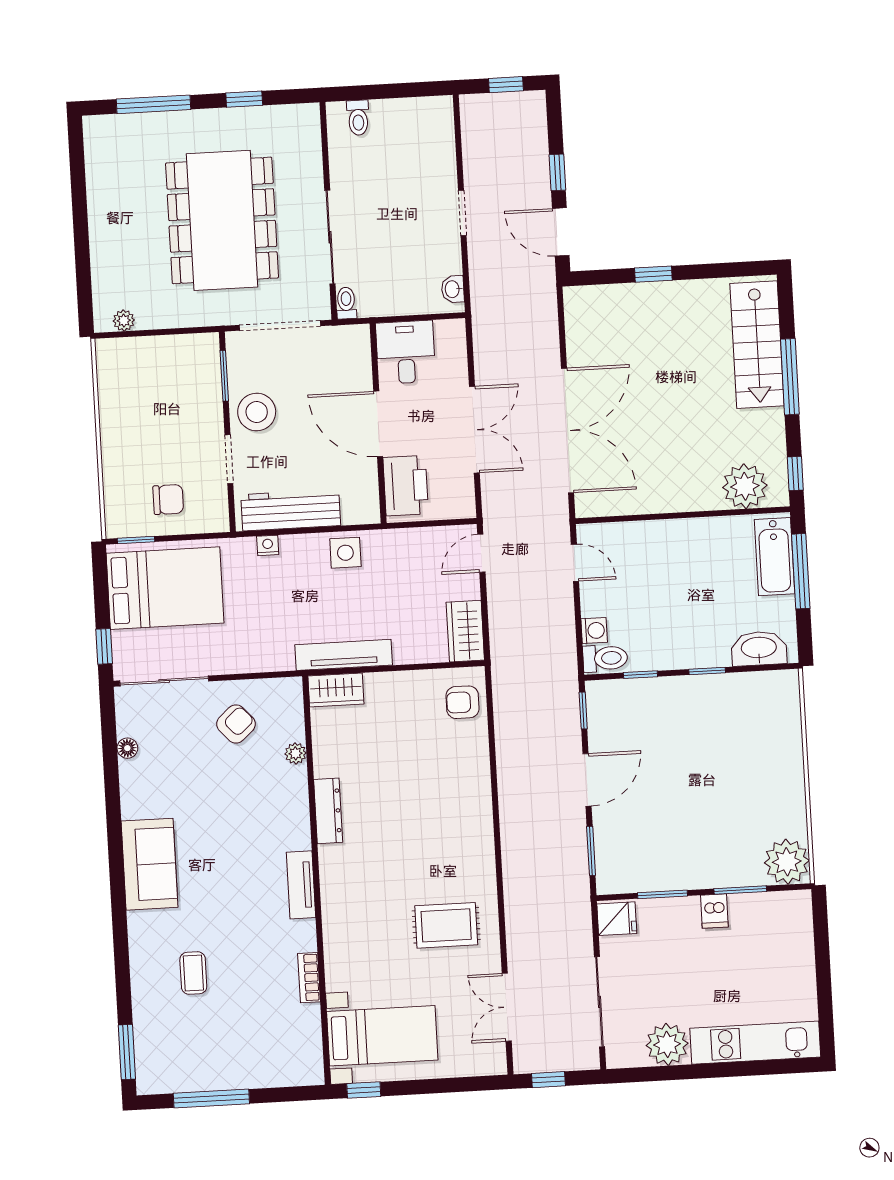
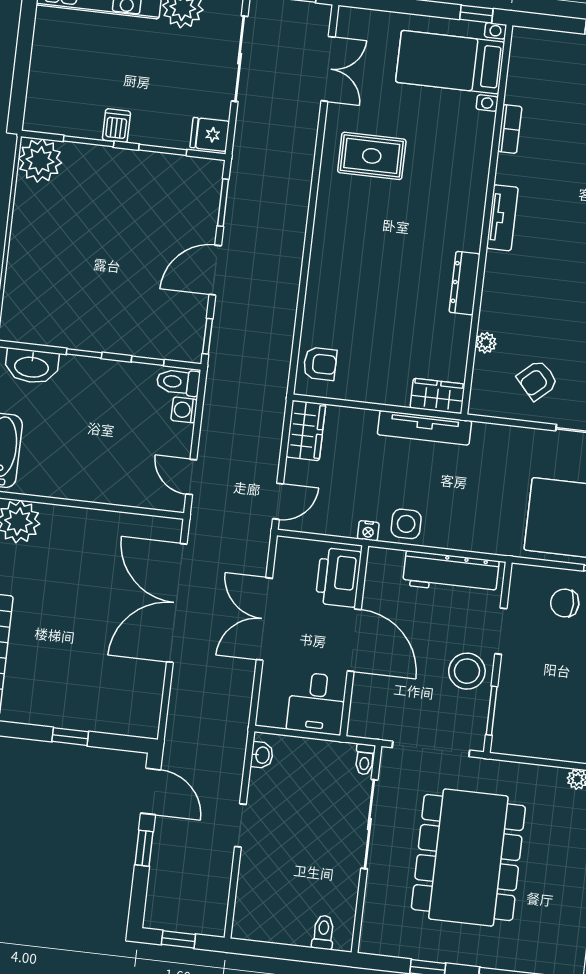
nightstand: (268, 545) -> (368, 531), moved

